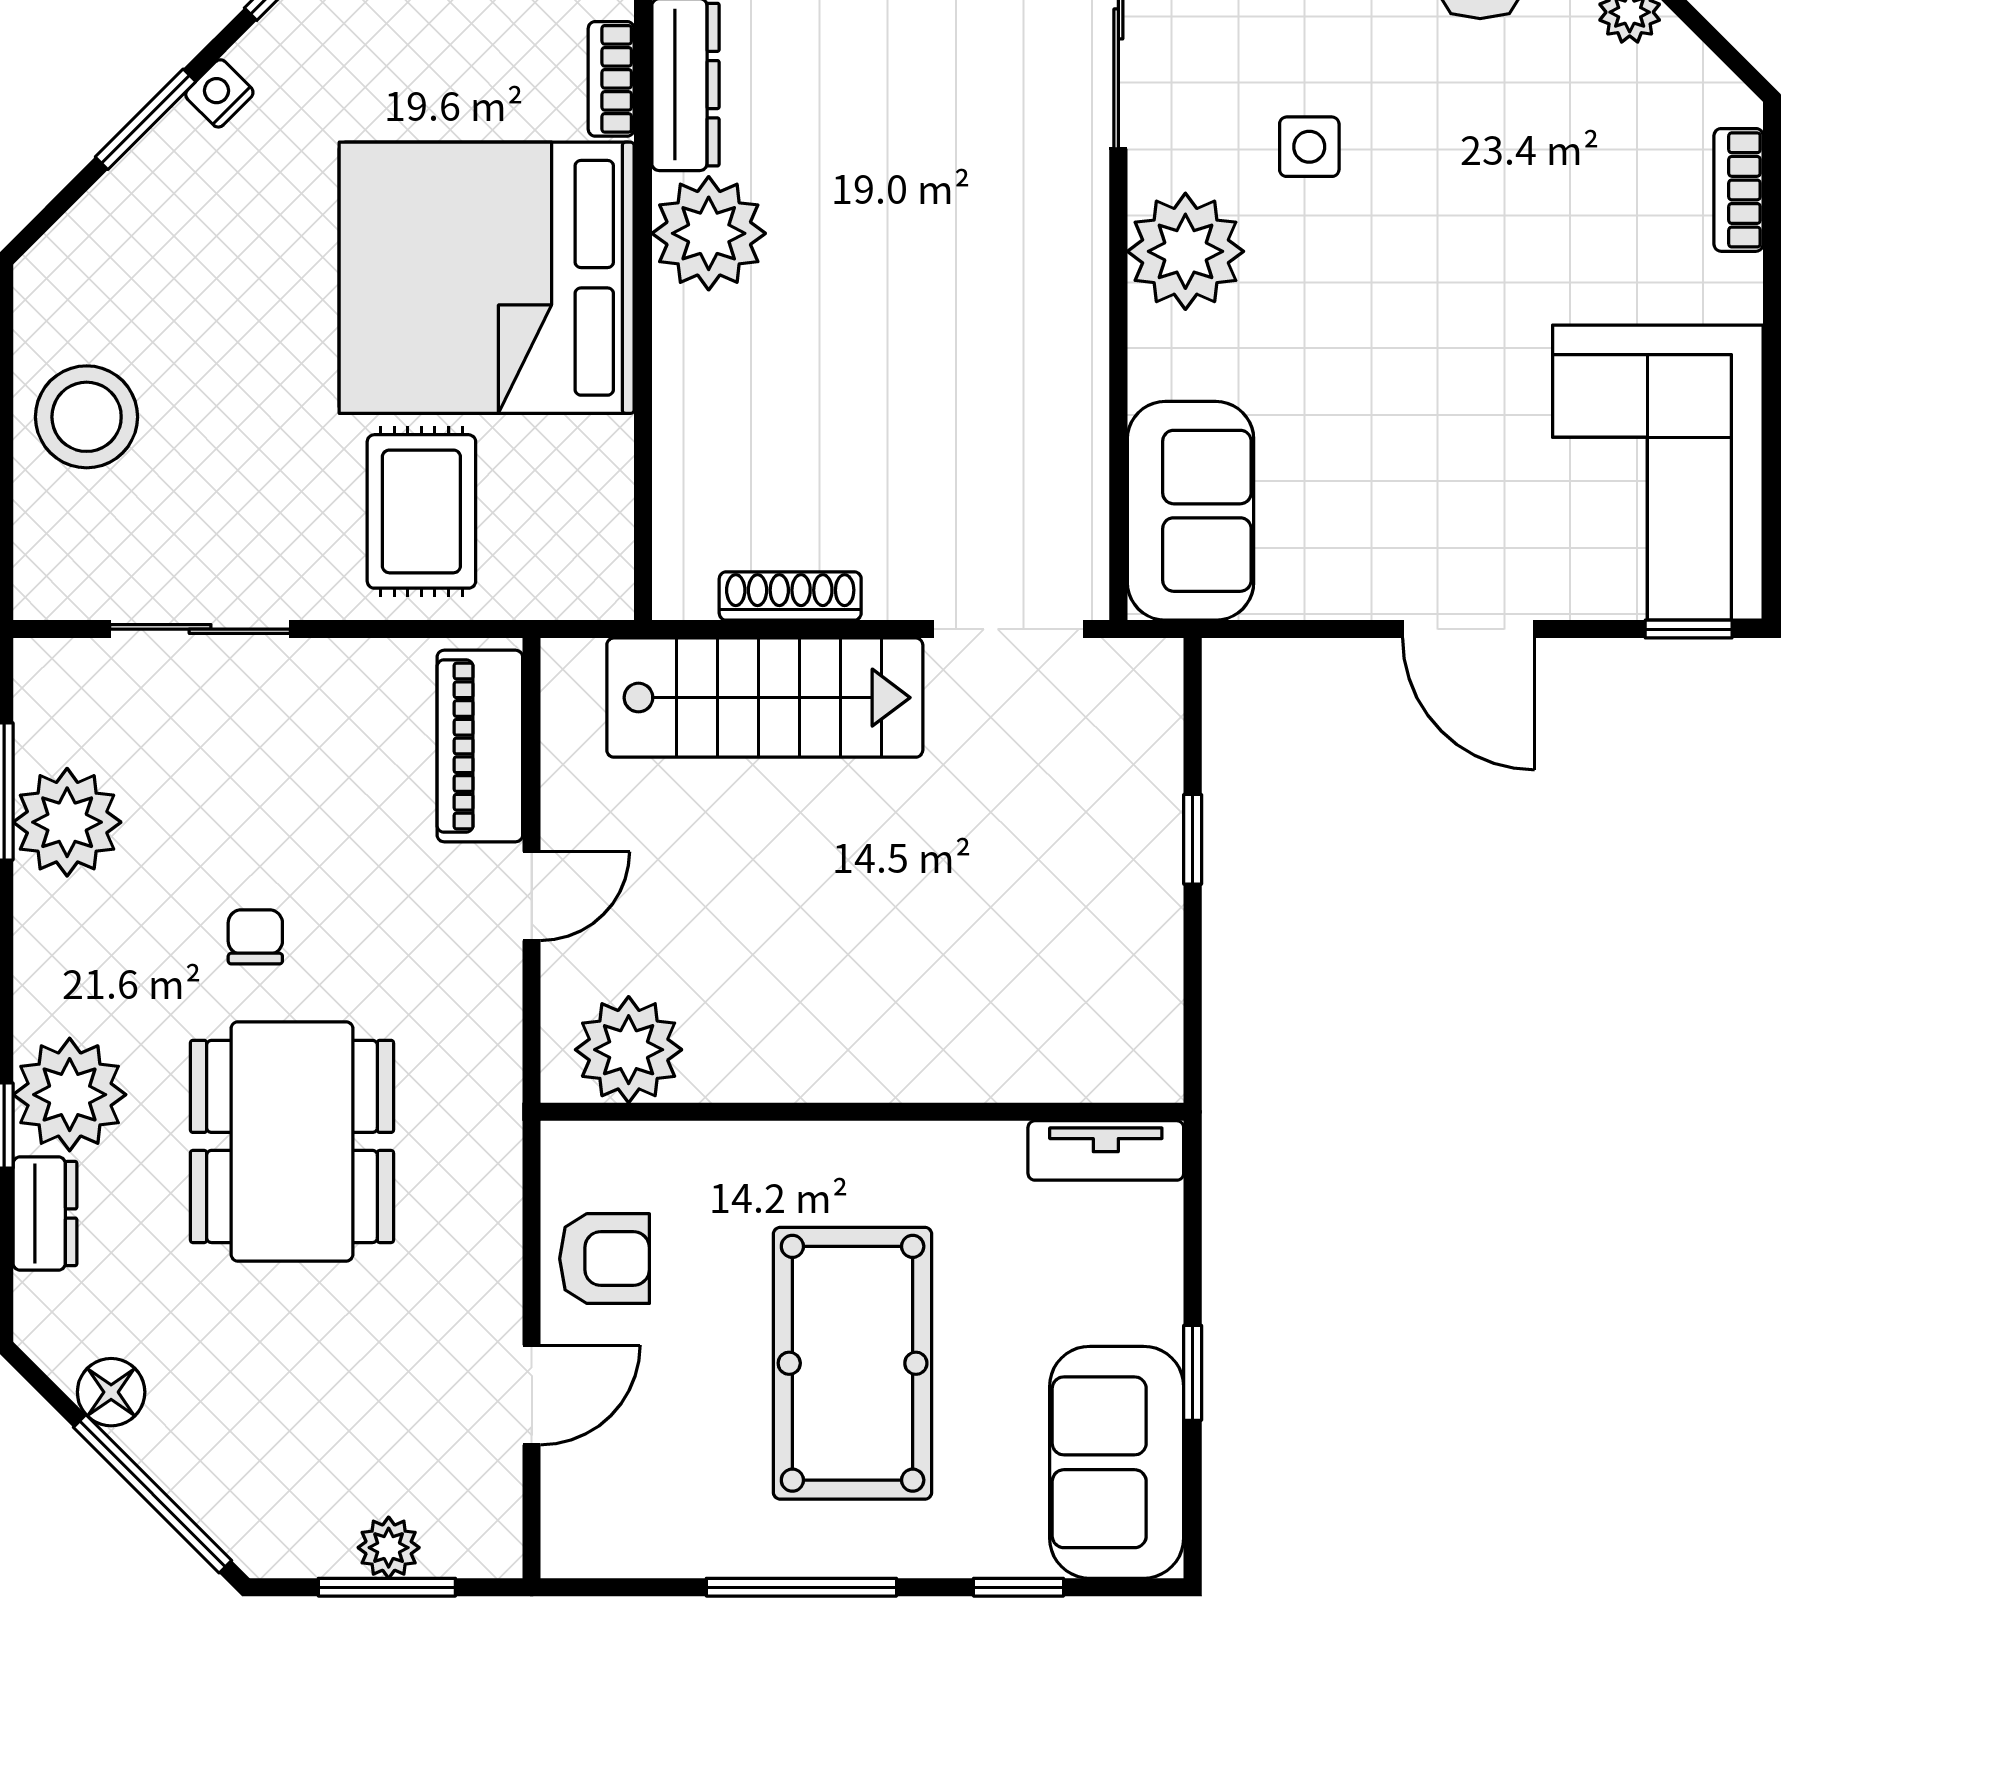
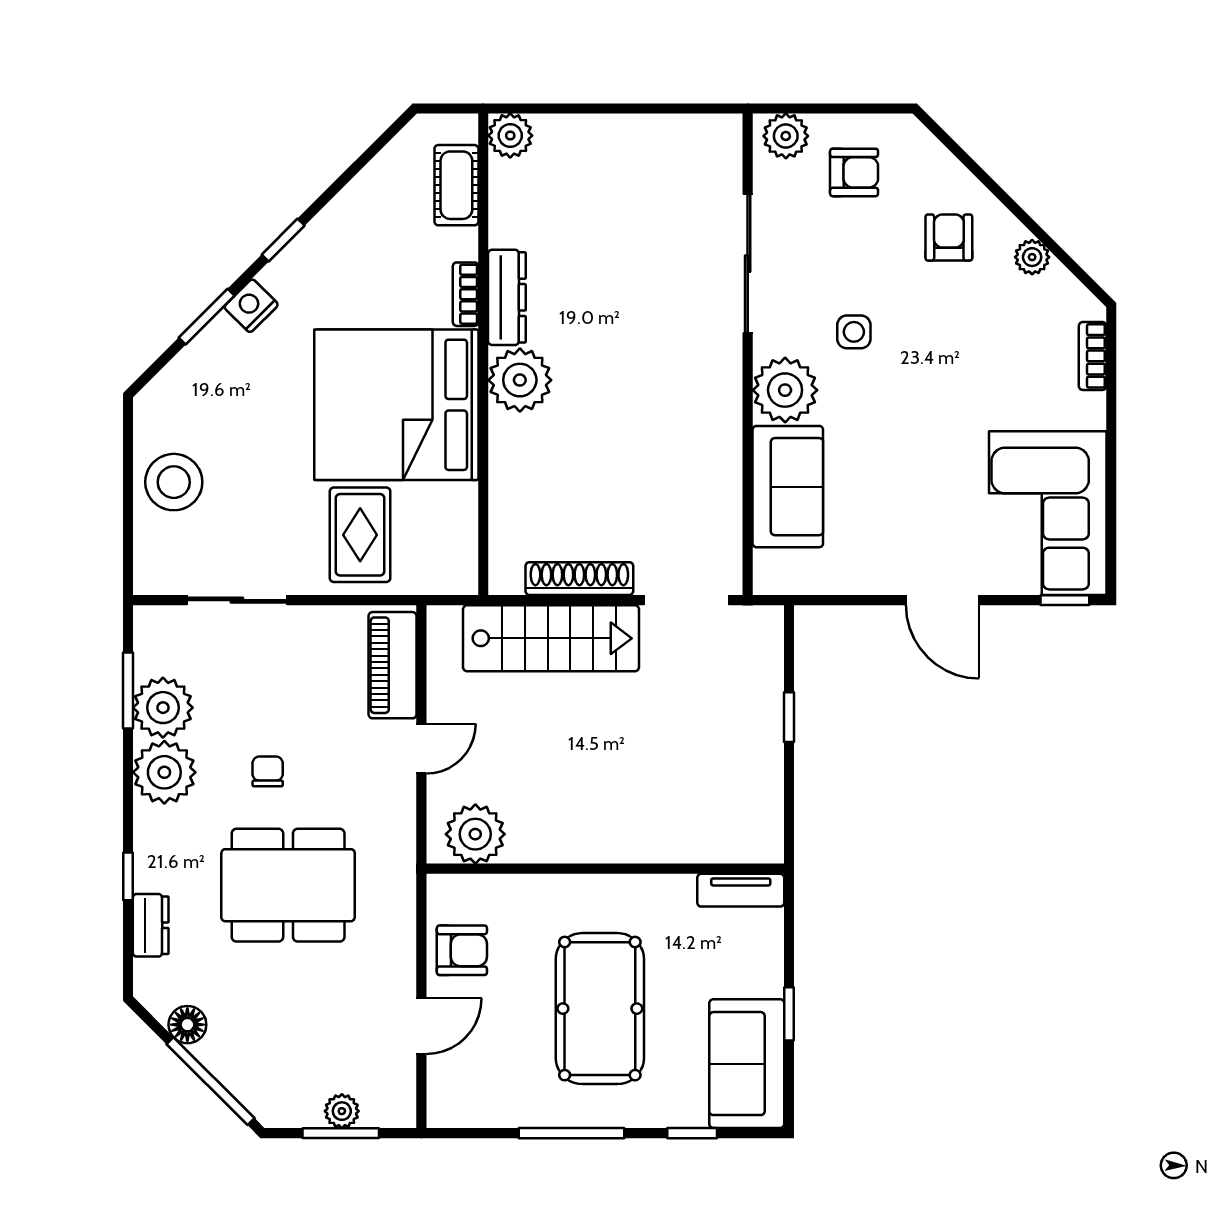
nightstand: (219, 93) -> (251, 306), width x1.39, depth x1.35
sofa: (1190, 511) -> (788, 487), moved
shoe rack: (790, 596) -> (579, 579), width x1.36, depth x1.24
plant: (70, 1095) -> (164, 772), moved
dining table: (292, 1141) -> (288, 885), turned 90

